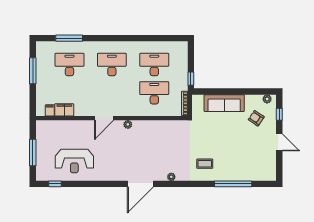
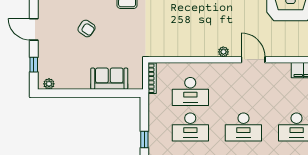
window: (191, 79) -> (144, 140), moved
sofa: (224, 103) -> (109, 79), width x0.73
door: (104, 118) -> (253, 60), hinge flipped
armchair: (256, 118) -> (87, 28), moved

